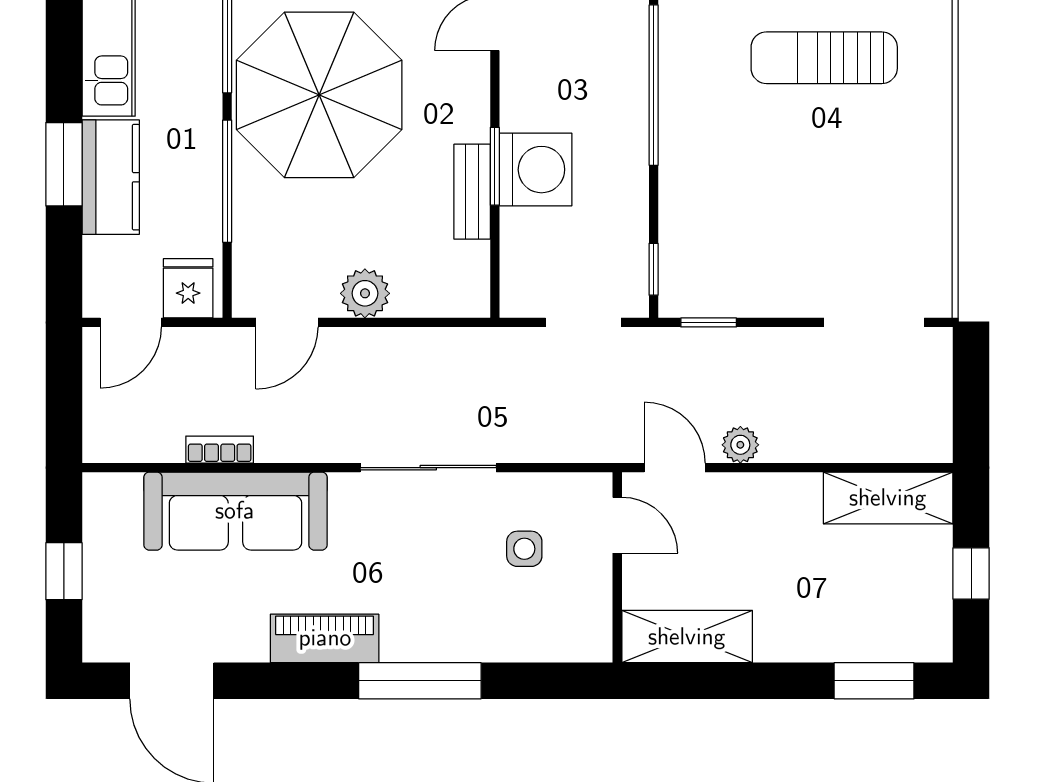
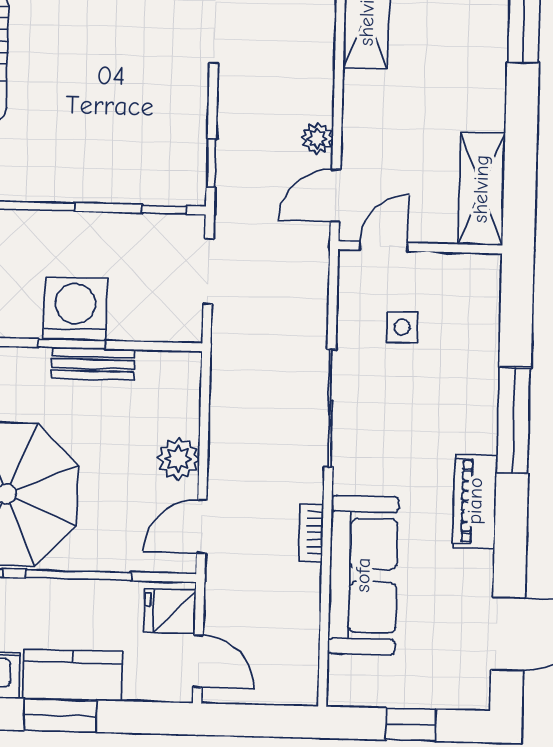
door: (287, 322) -> (202, 527), swing flipped
bookcase: (220, 450) -> (311, 533), moved

